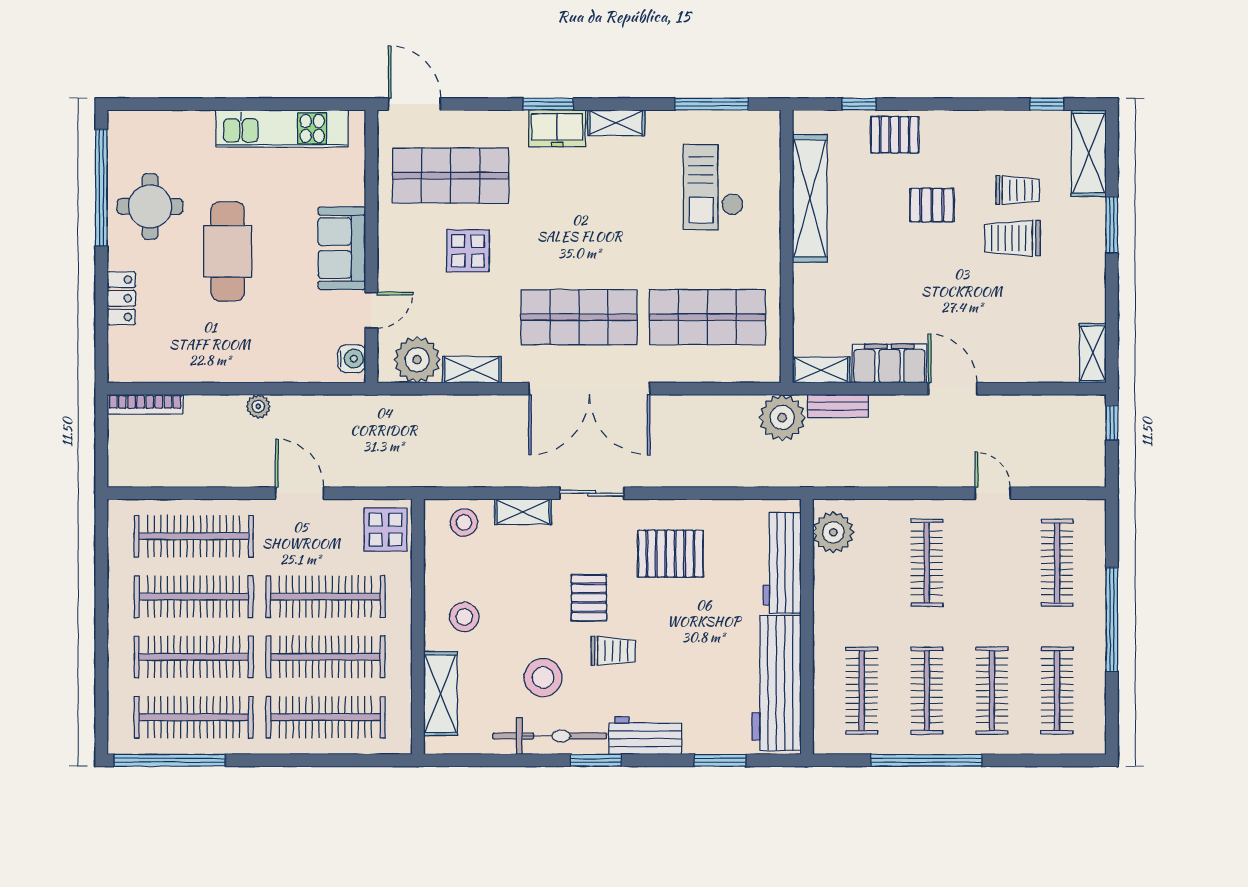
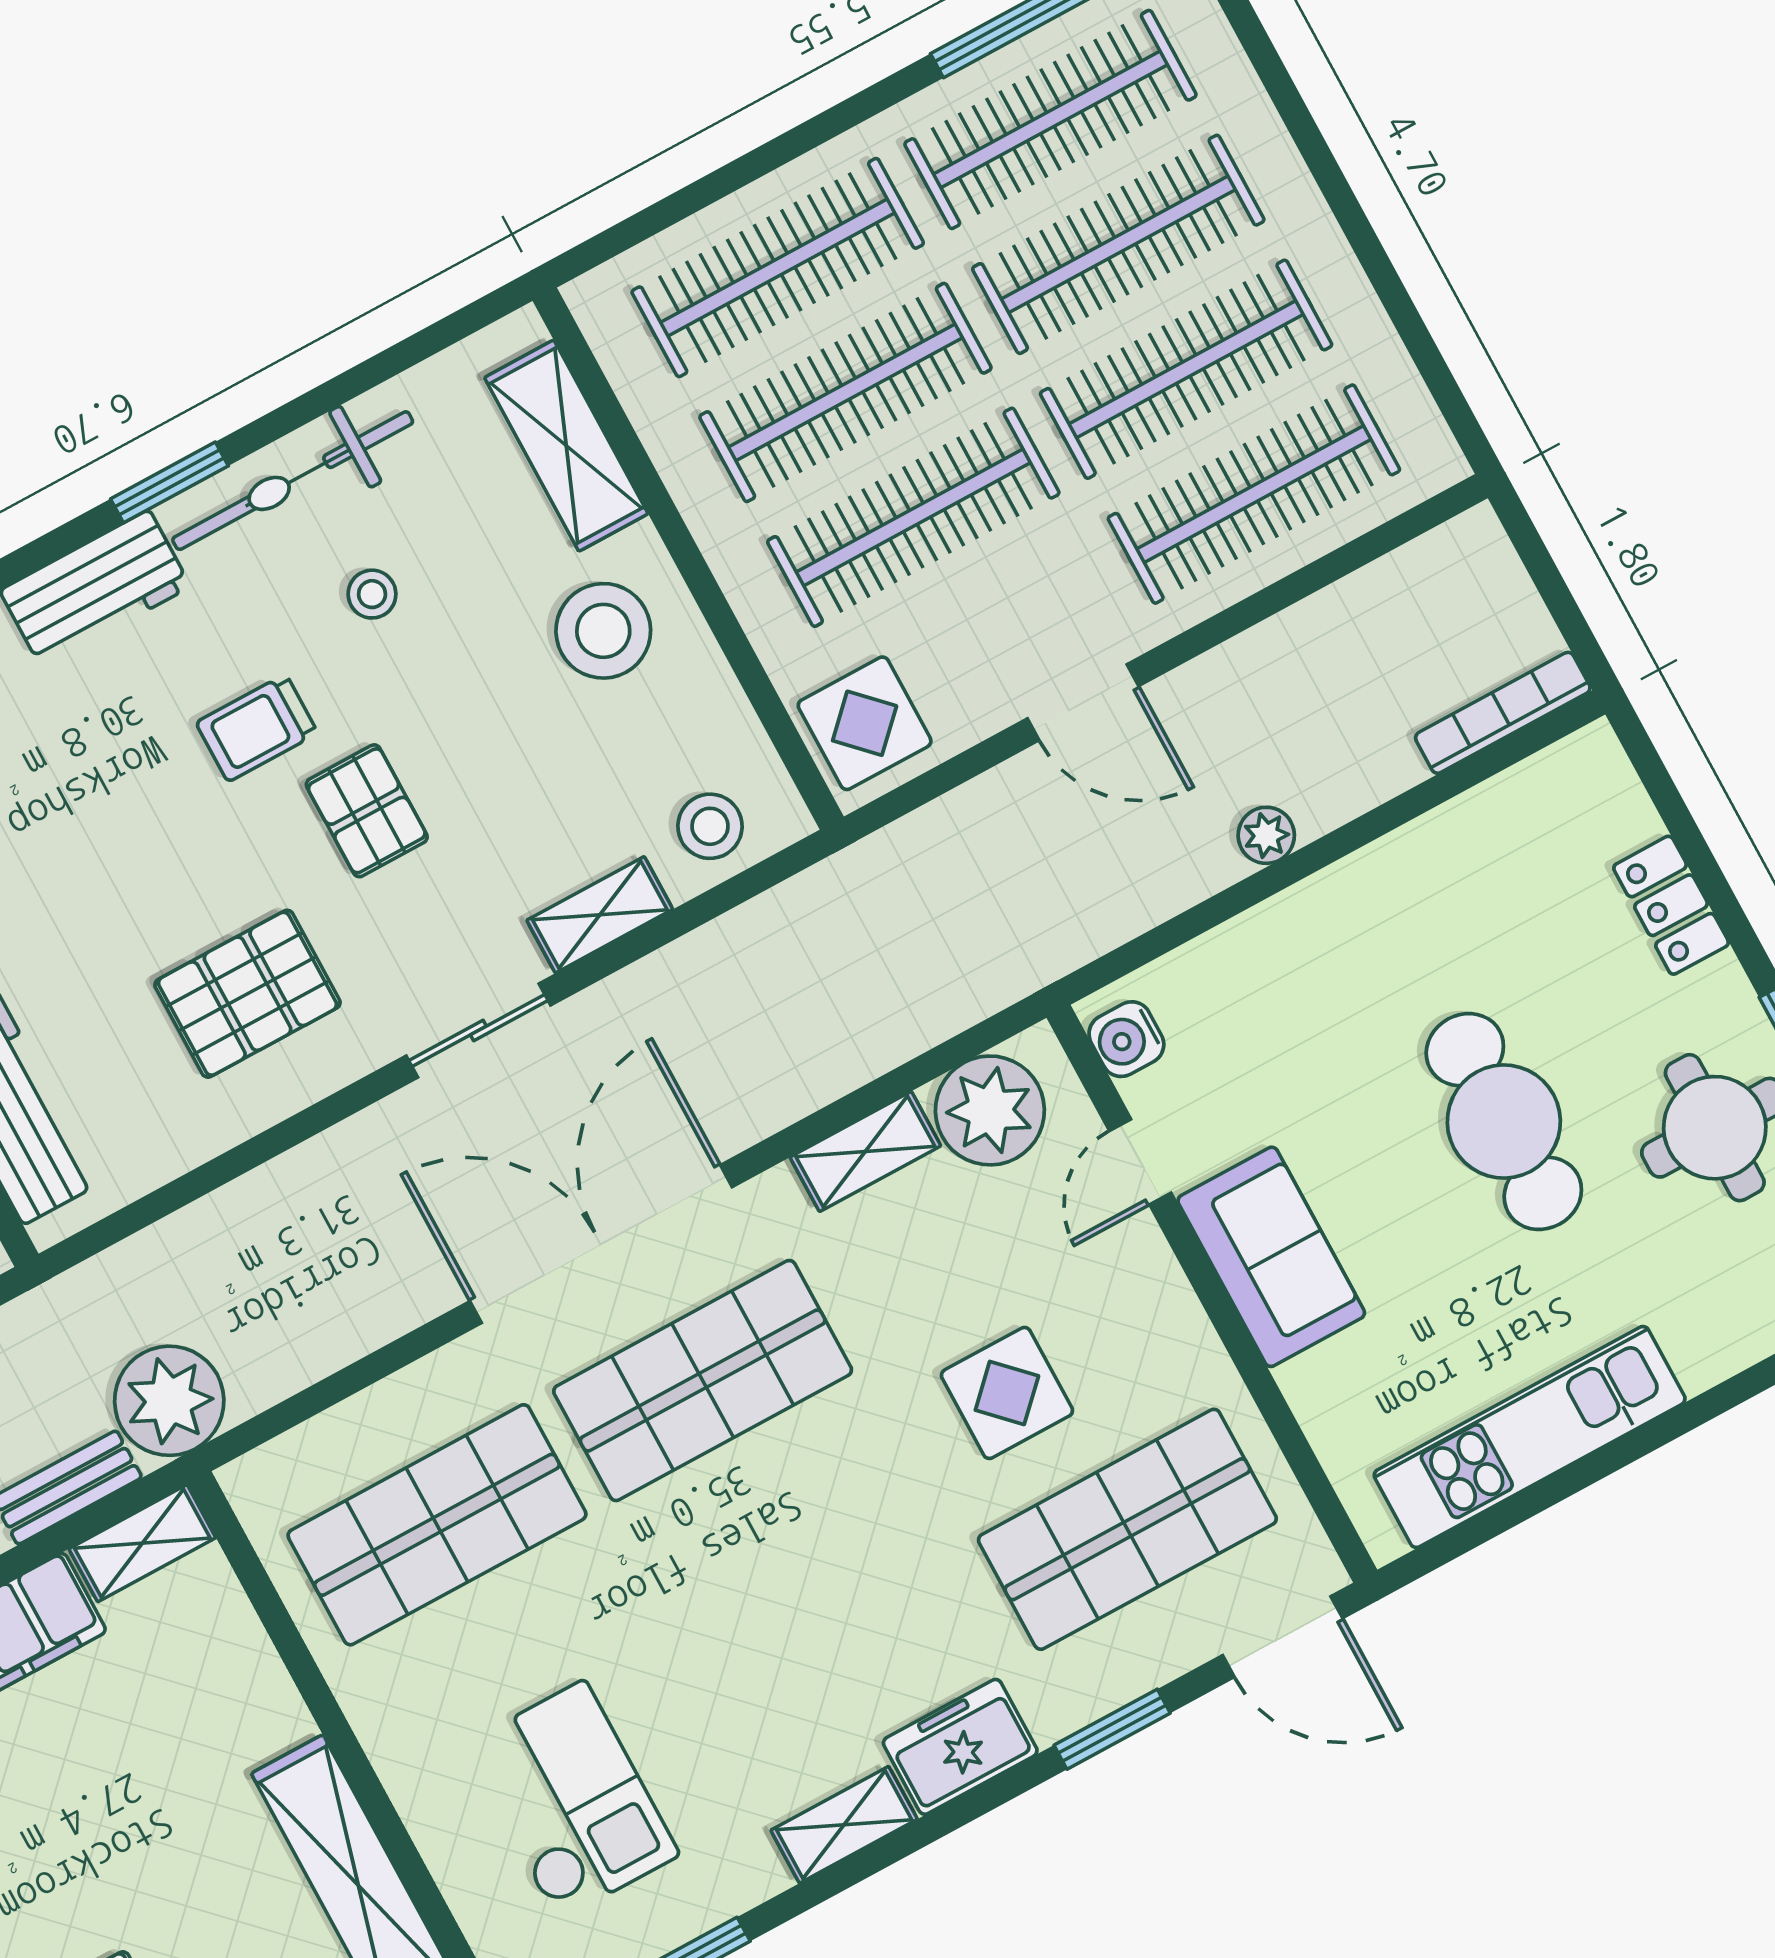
window: (548, 104) -> (1112, 1729), moved
stool: (464, 617) -> (603, 631), width x1.38, depth x1.38
stool: (543, 678) -> (372, 594), width x0.53, depth x0.53

